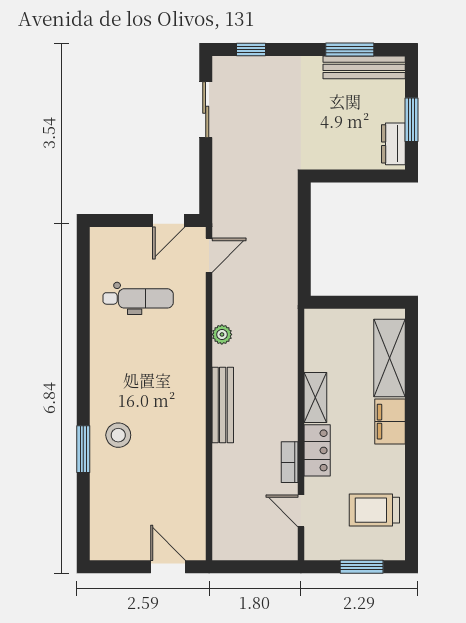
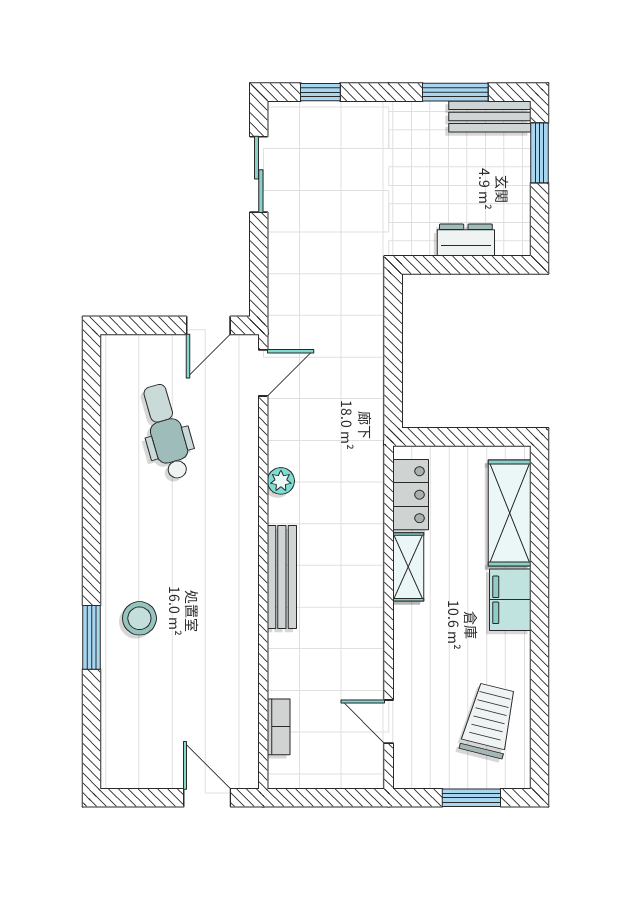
bench: (364, 67) -> (490, 116), width x0.73
window: (411, 120) -> (539, 153), moved
dresser: (393, 144) -> (466, 240), moved, turned 90
dental chair: (138, 298) -> (166, 432), turned -106
locker: (317, 450) -> (411, 495), moved
bookcase: (290, 462) -> (279, 727), moved, turned 180
trolley: (374, 510) -> (489, 721), turned 104

